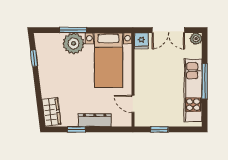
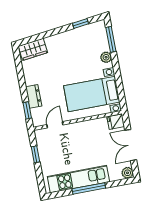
window: (73, 30) -> (111, 39), moved
plant: (74, 43) -> (106, 57), width x0.53, depth x0.53
dresser: (95, 120) -> (34, 96), width x0.70
window: (76, 129) -> (27, 110), moved

